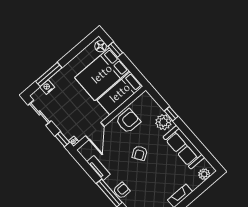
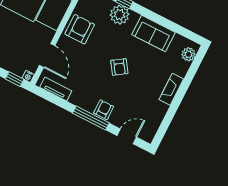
sofa: (184, 147) -> (154, 33), width x0.73
armchair: (140, 153) -> (119, 67), moved
tv unit: (98, 168) -> (56, 89), moved

